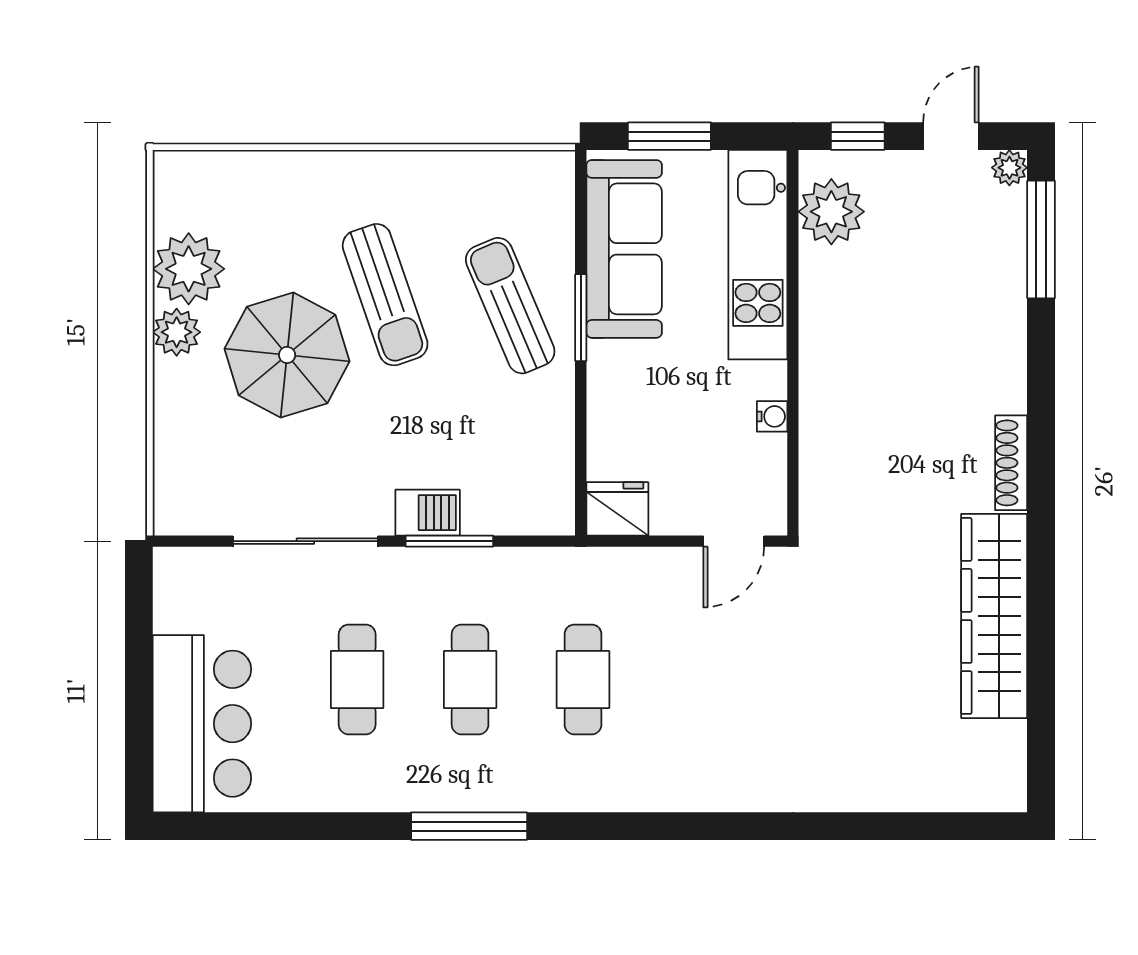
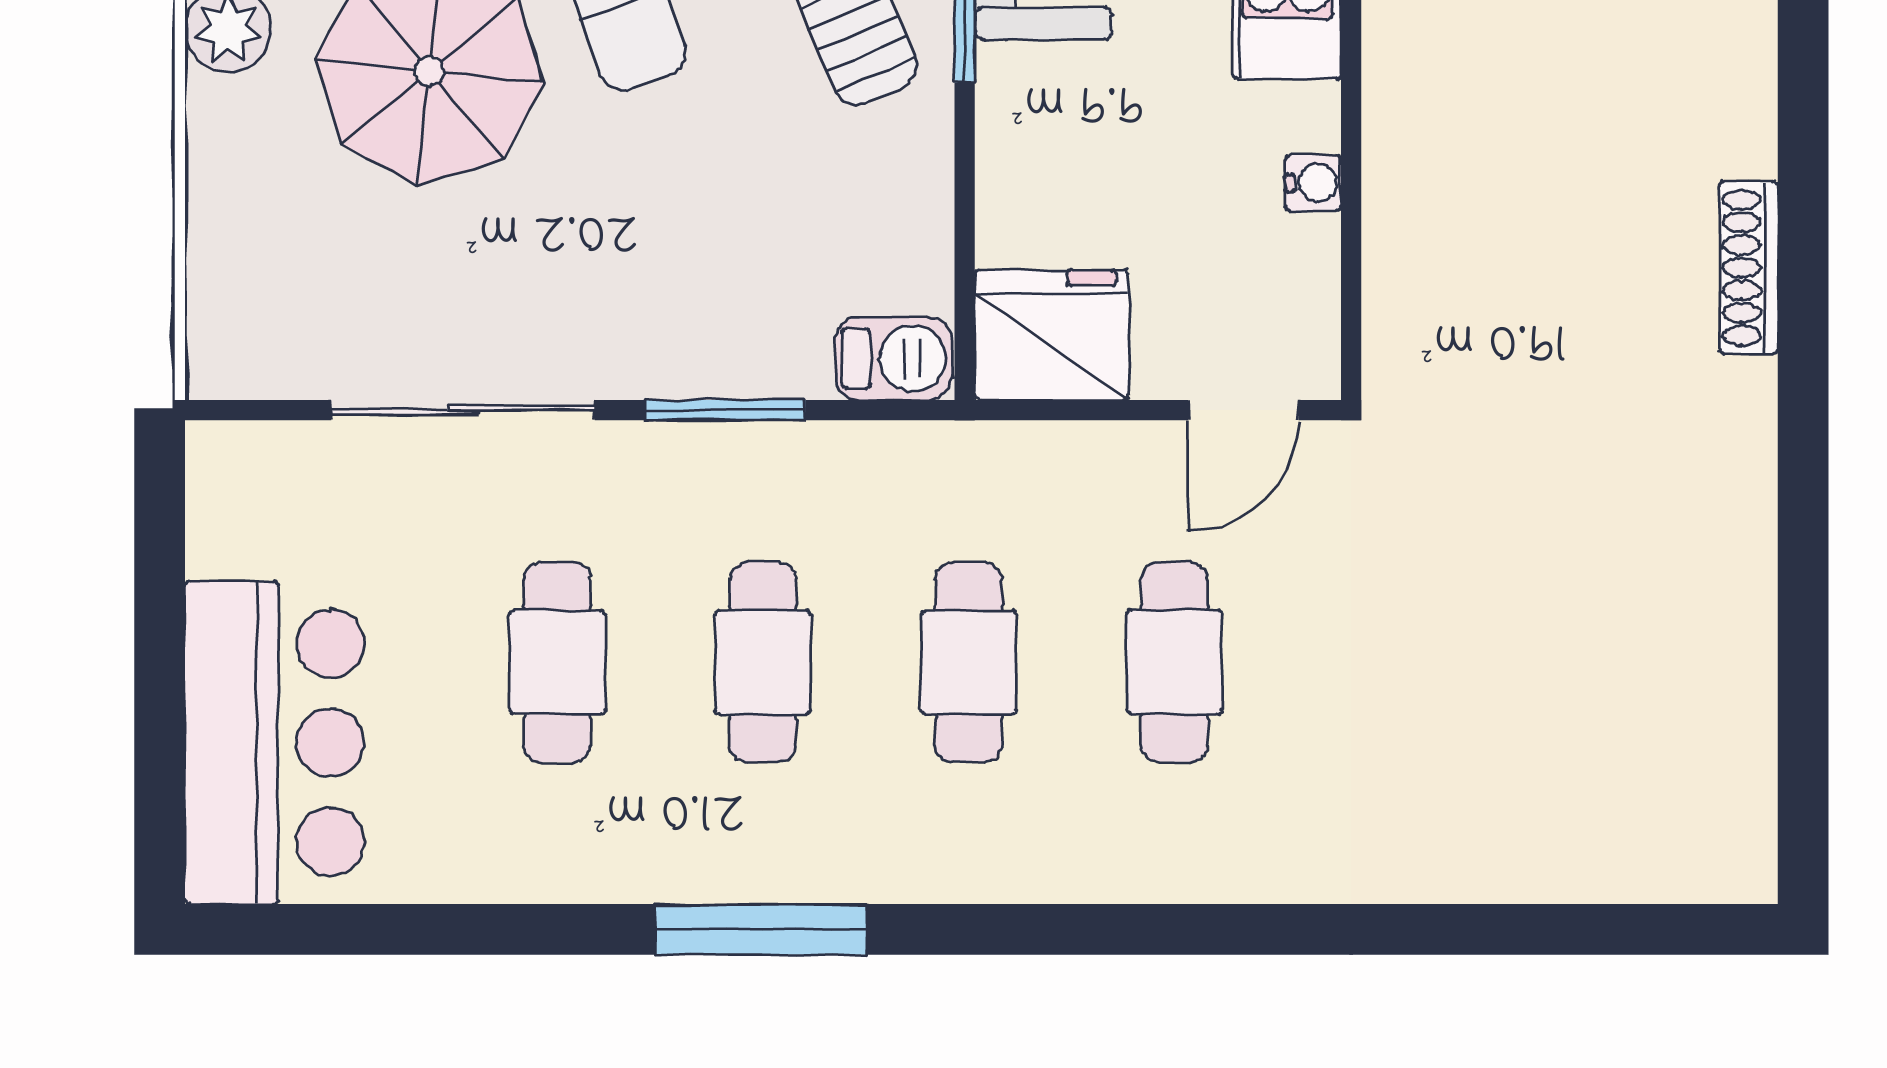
fridge: (617, 509) -> (1052, 335), width x1.36, depth x1.34
barbecue: (428, 513) -> (894, 358), moved
wardrobe: (994, 616) -> (1718, 547), removed
cafe table: (696, 679) -> (1174, 662), added

